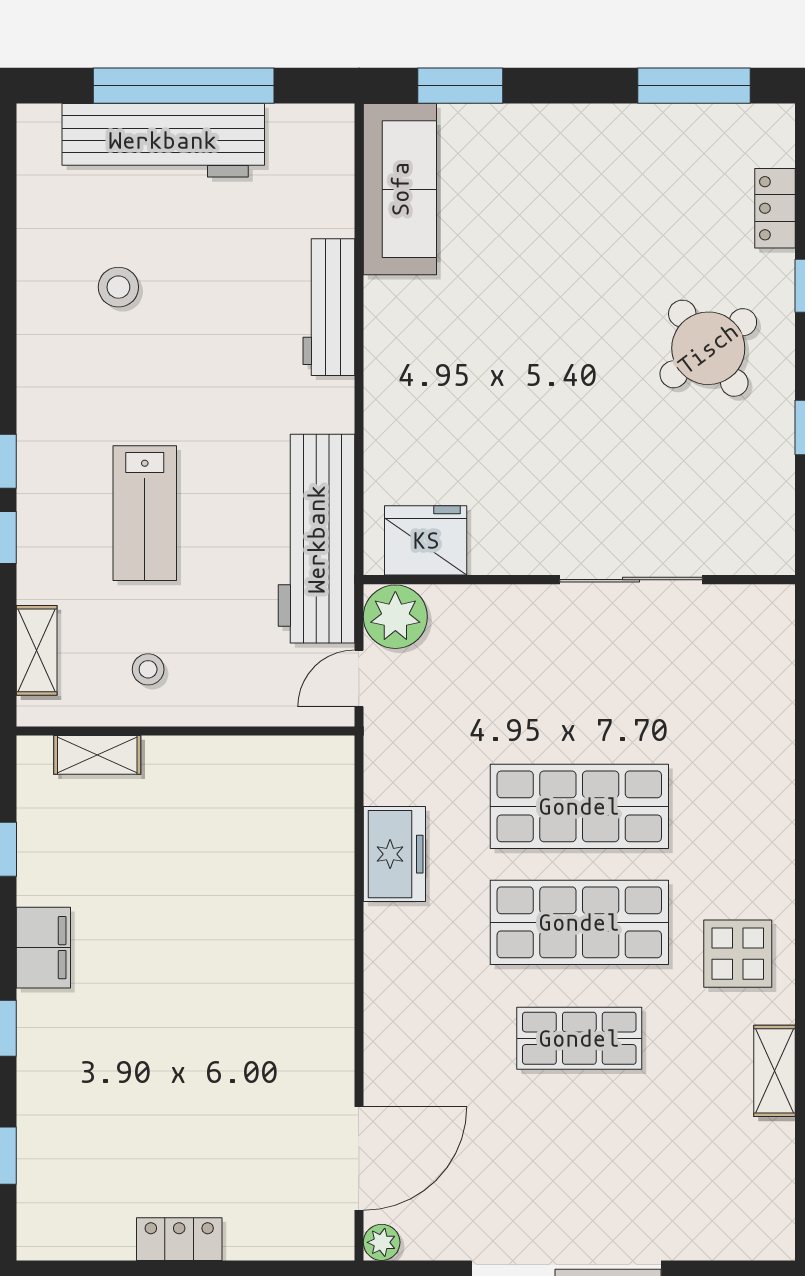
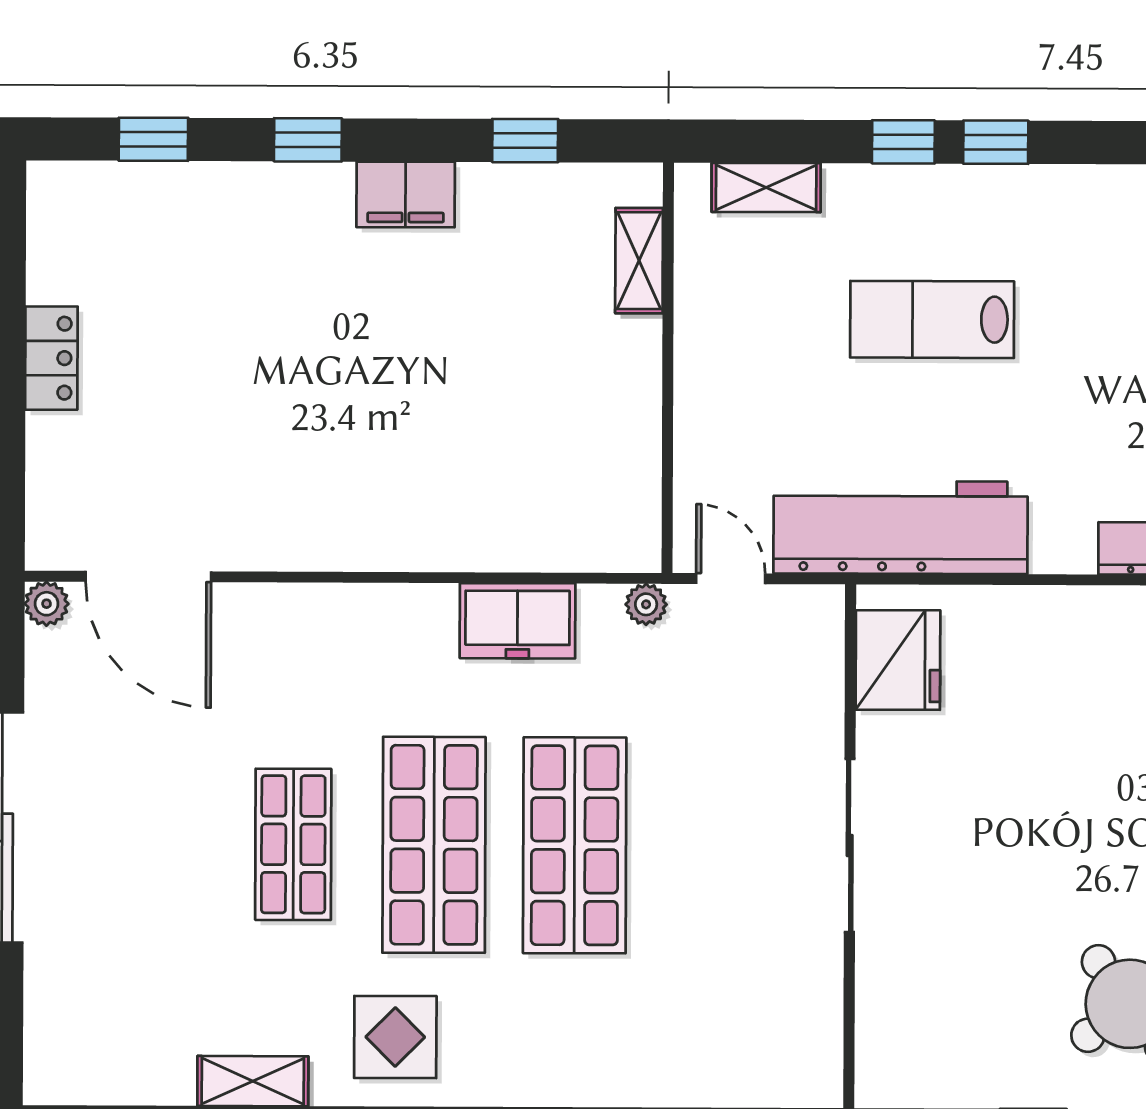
sliding door: (631, 580) -> (850, 846), moved
plant: (395, 617) -> (646, 604), moved, width x0.53, depth x0.53
stool: (148, 669) -> (743, 323), removed

